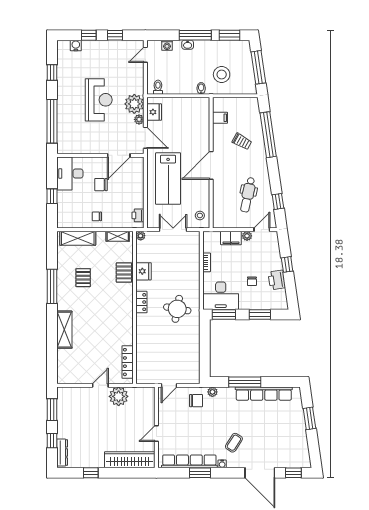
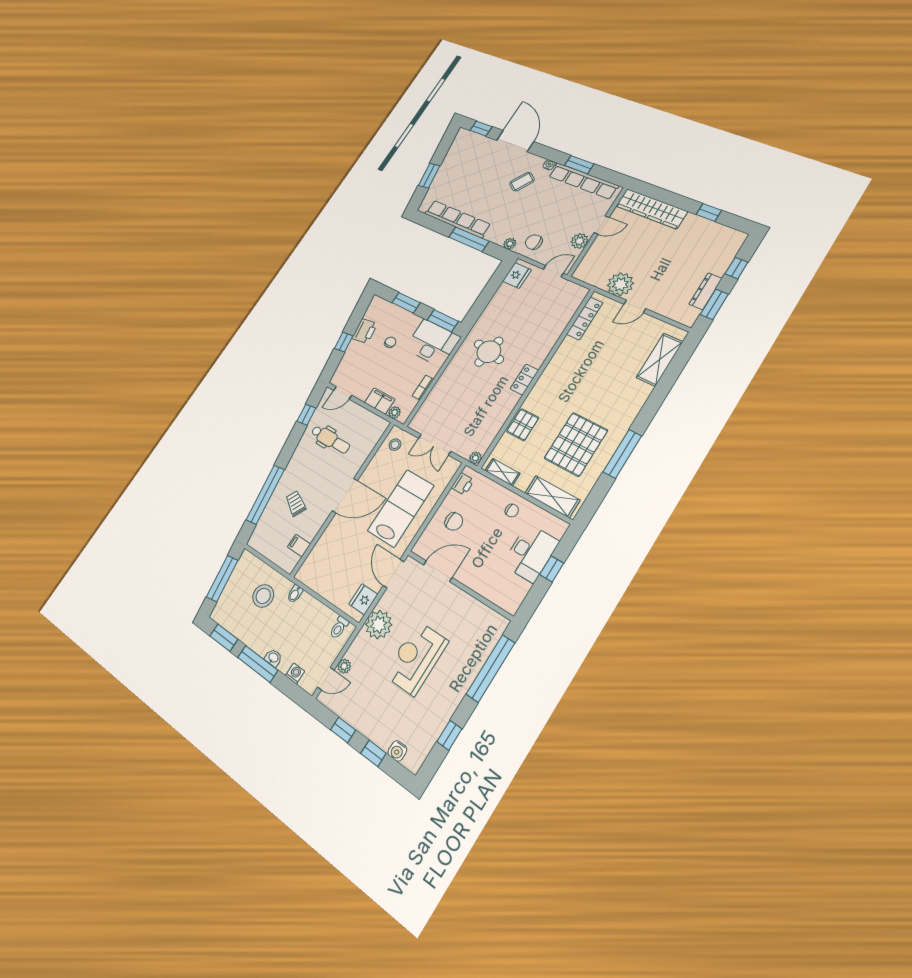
plant: (139, 119) -> (344, 666), moved
desk: (70, 173) -> (531, 553), moved
chair: (101, 185) -> (454, 521), moved
dental chair: (248, 195) -> (330, 439), turned 78
plant: (247, 236) -> (395, 412), moved
fridge: (143, 271) -> (517, 275), moved, turned 180
pallet: (83, 278) -> (576, 444), width x2.05, depth x2.00
shelving: (64, 330) -> (660, 360), moved
plant: (164, 415) -> (580, 241), added
dresser: (62, 452) -> (705, 291), moved

